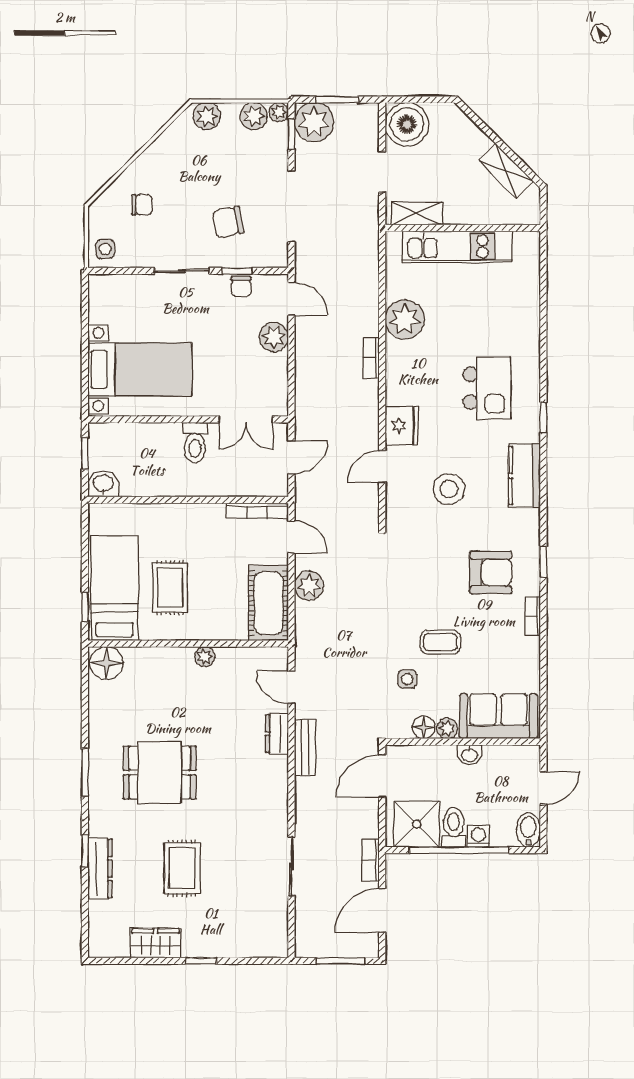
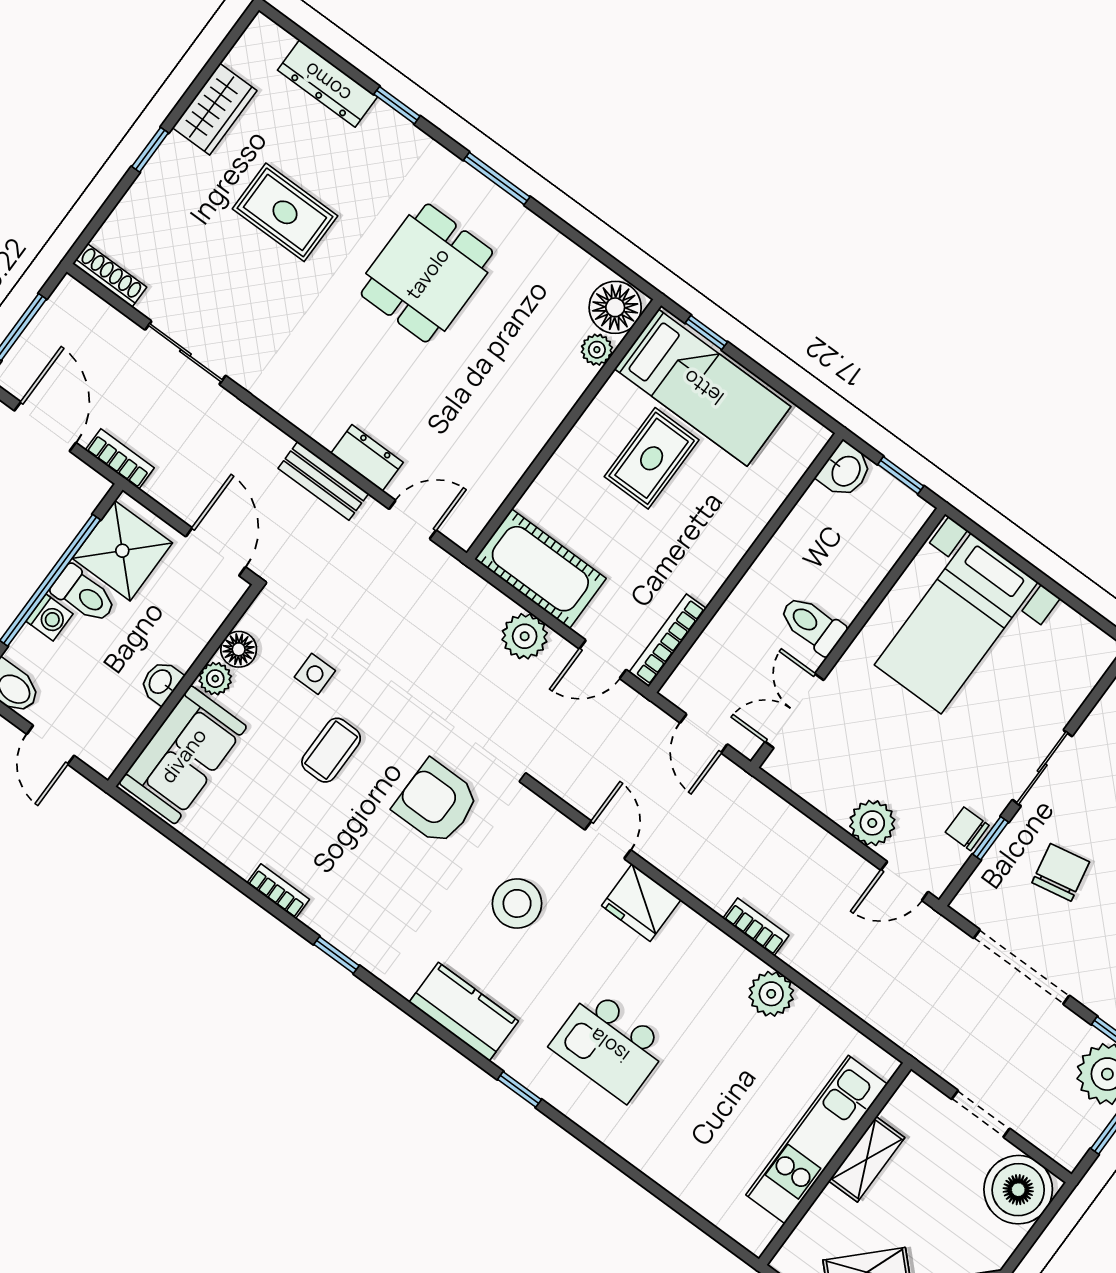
shelving: (417, 213) -> (867, 1159), moved
plant: (405, 319) -> (771, 994), width x0.73, depth x0.73
armchair: (491, 572) -> (436, 802), moved, turned 90
rug: (170, 588) -> (652, 458), turned 90
plant: (205, 657) -> (597, 350), moved
dresser: (100, 869) -> (327, 83), moved
shoe rack: (280, 934) -> (110, 275), added

